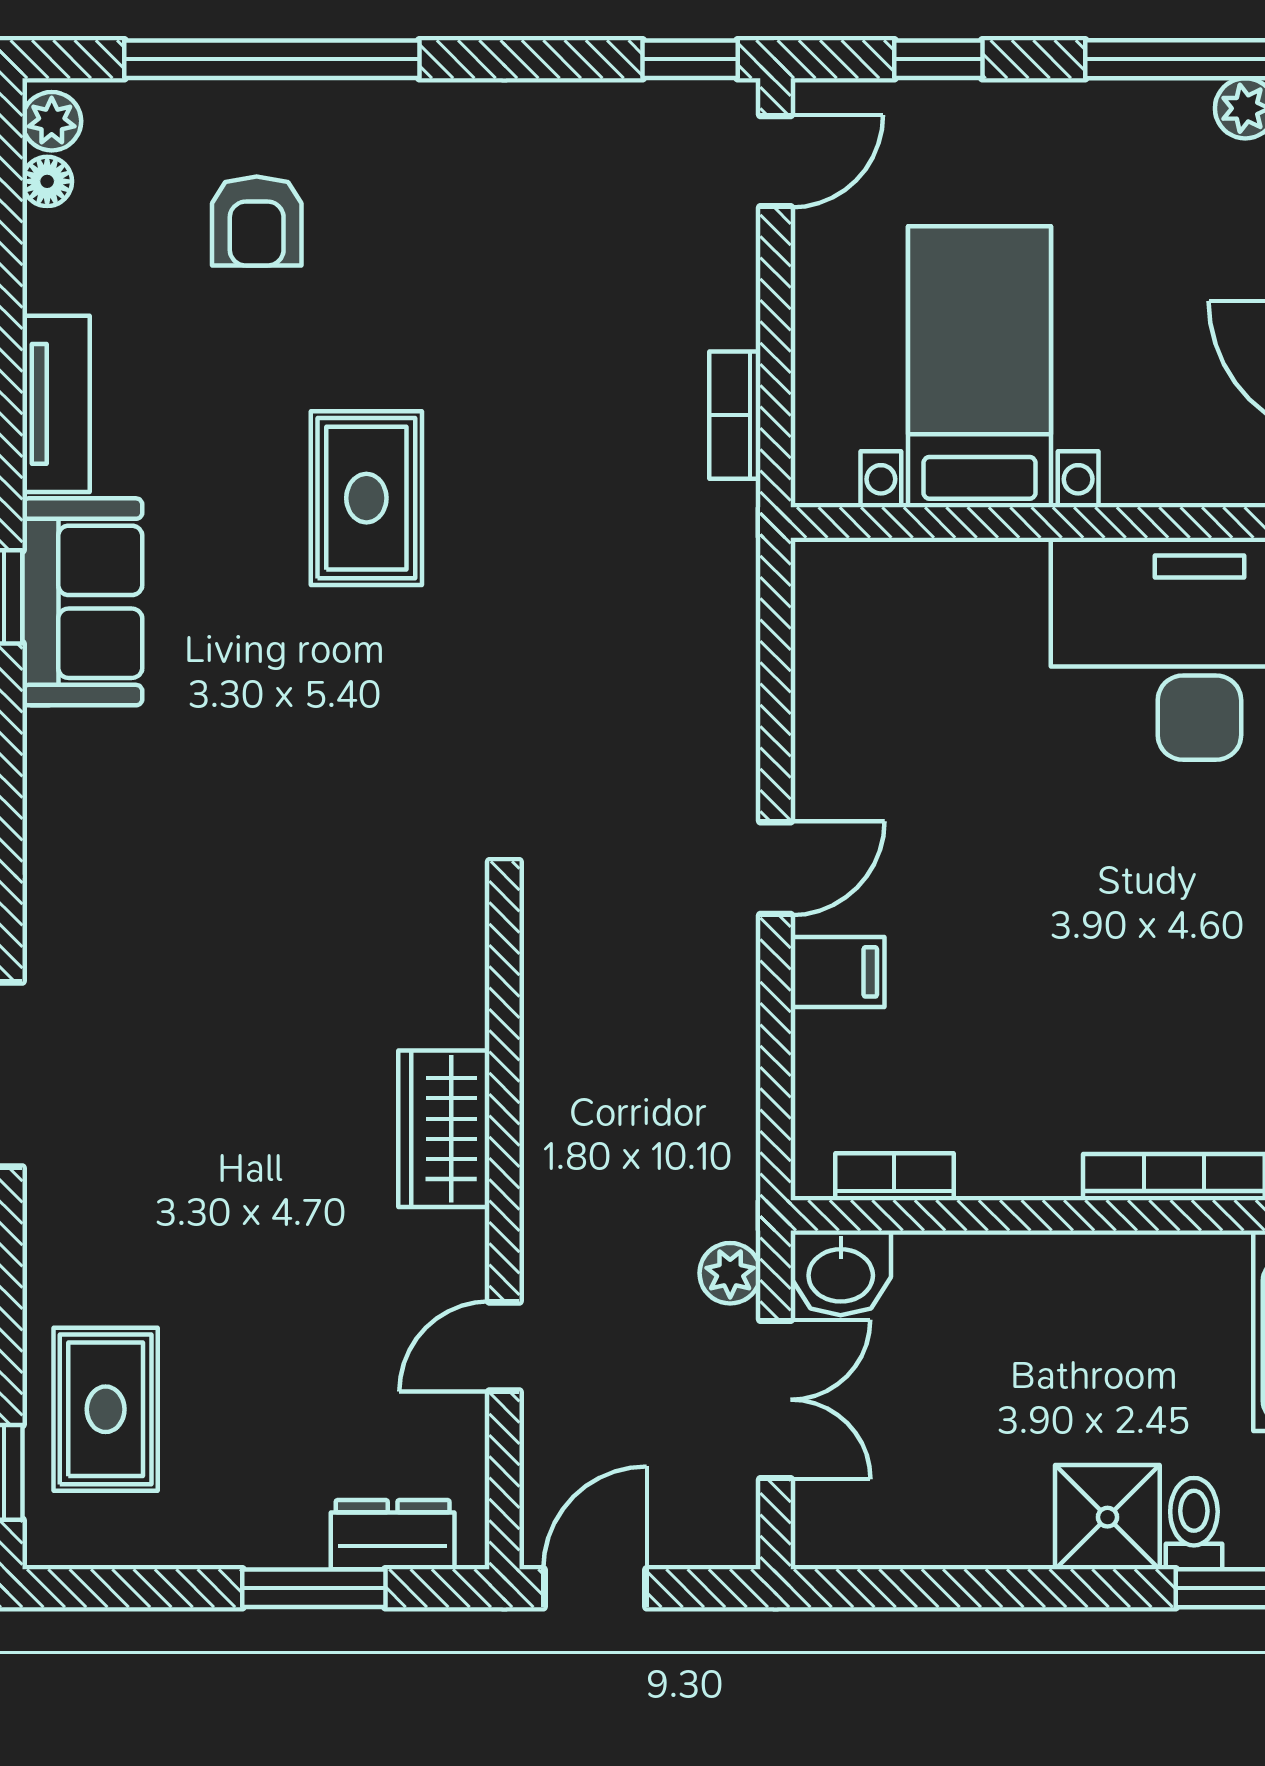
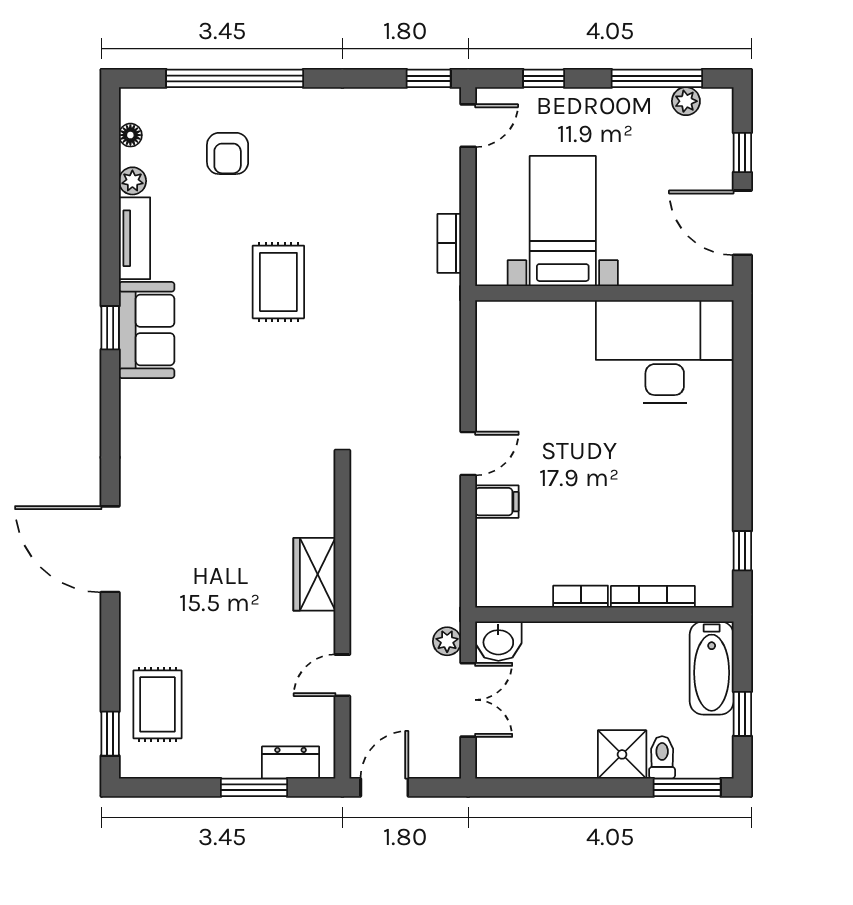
plant: (52, 121) -> (132, 181), moved
bookcase: (894, 1177) -> (581, 597), moved

